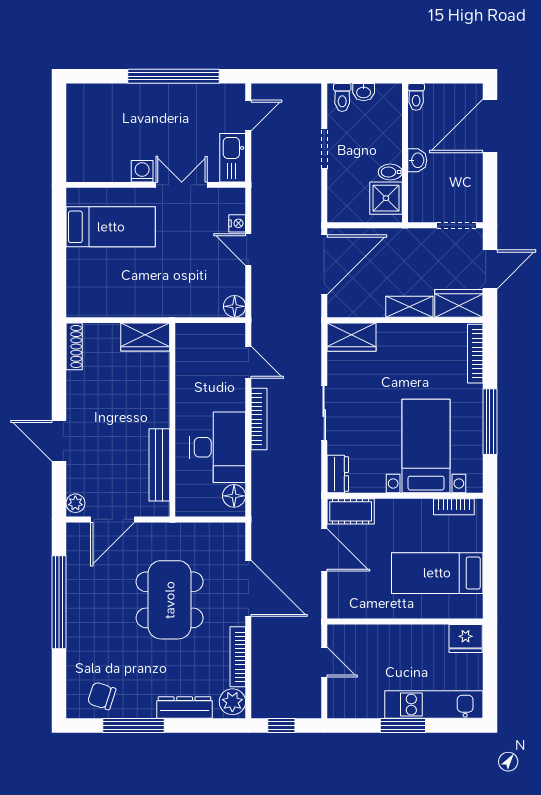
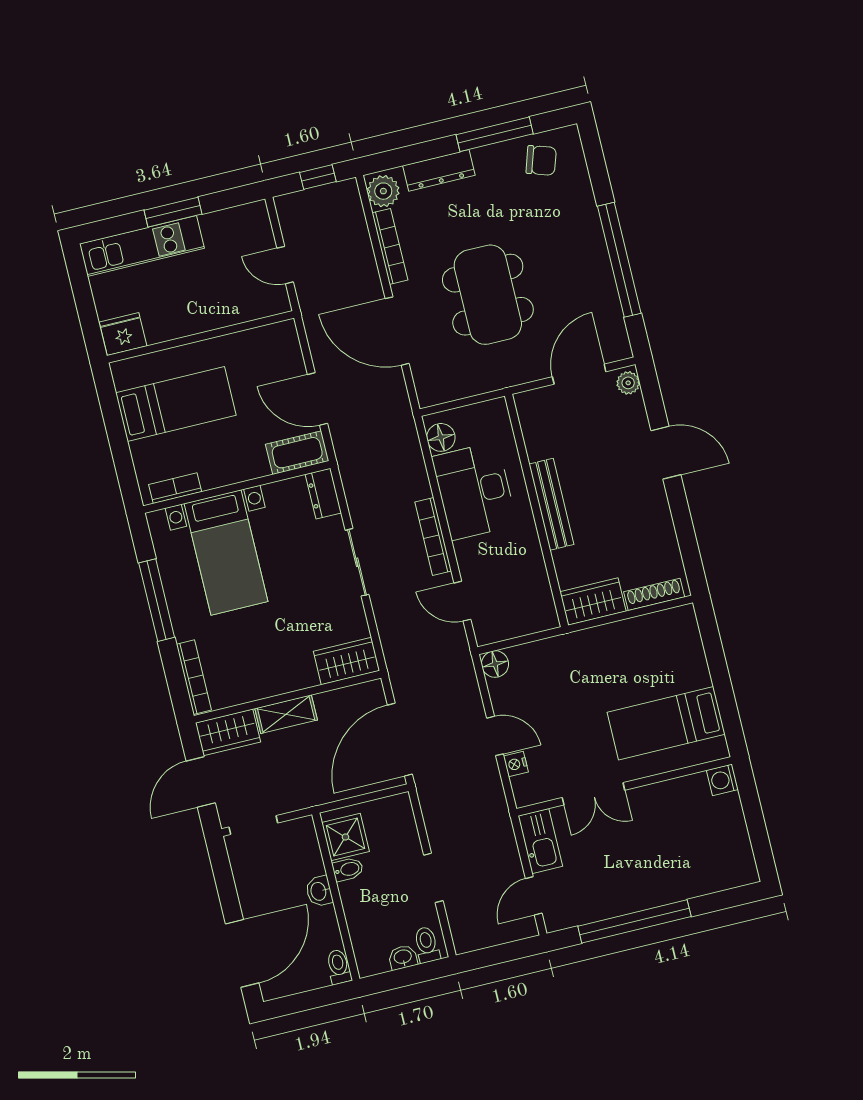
washing machine: (142, 171) -> (722, 780), moved, turned 90
shoe rack: (74, 346) -> (654, 594), moved, turned 90
bench: (159, 465) -> (551, 504), moved

